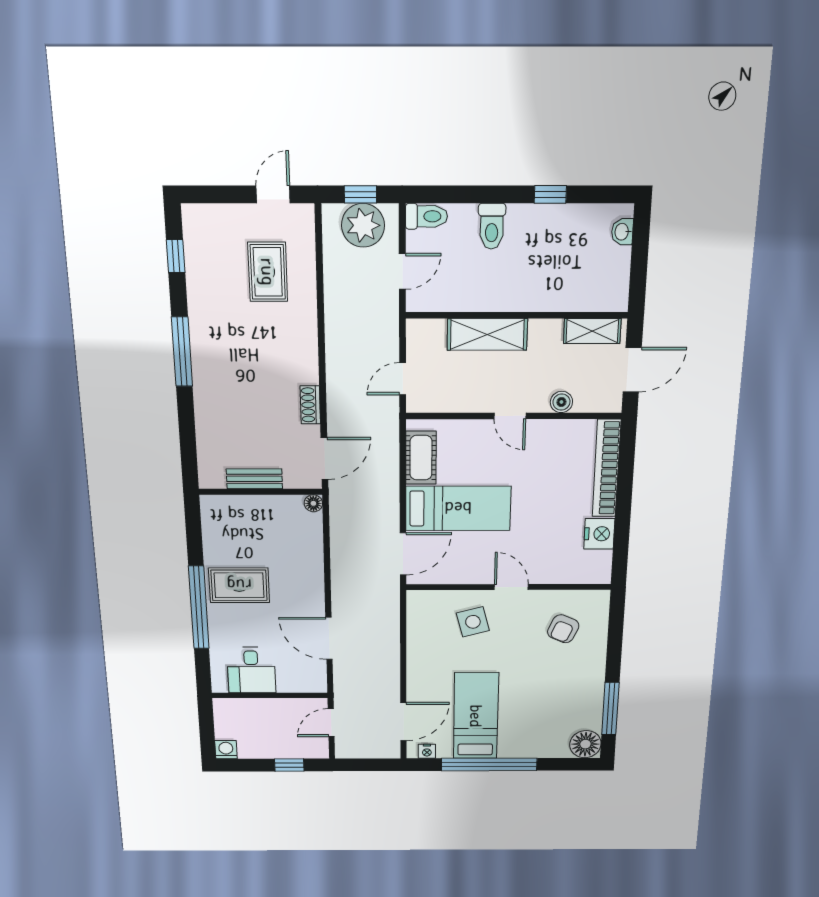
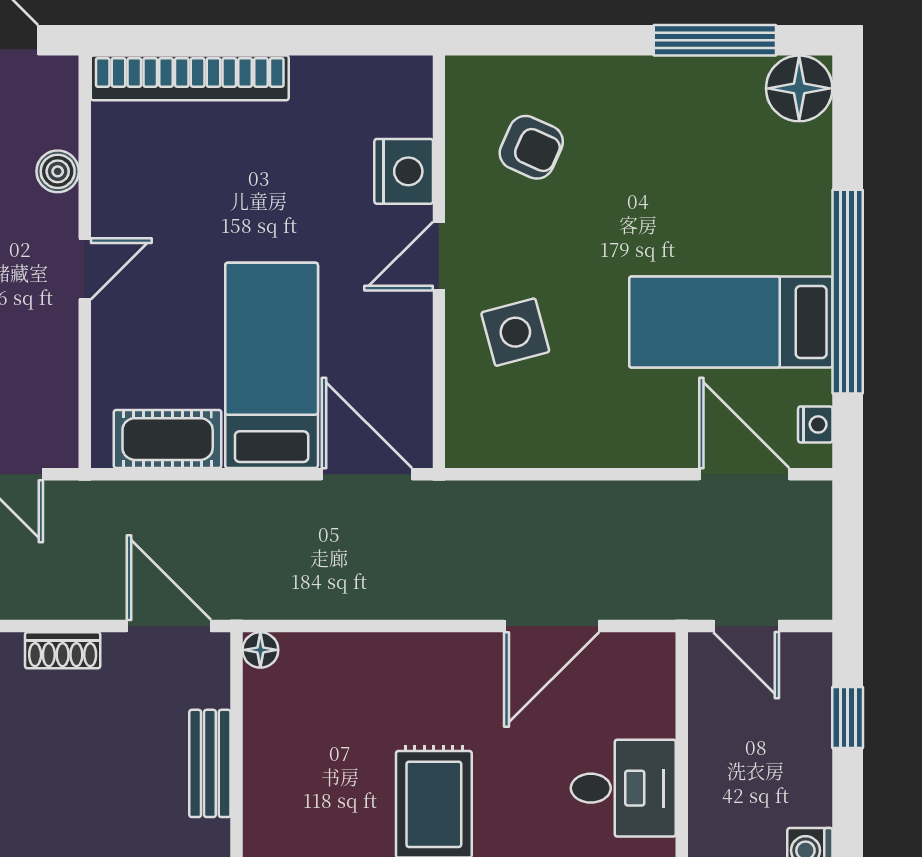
nightstand: (599, 534) -> (404, 171), moved, turned 90

